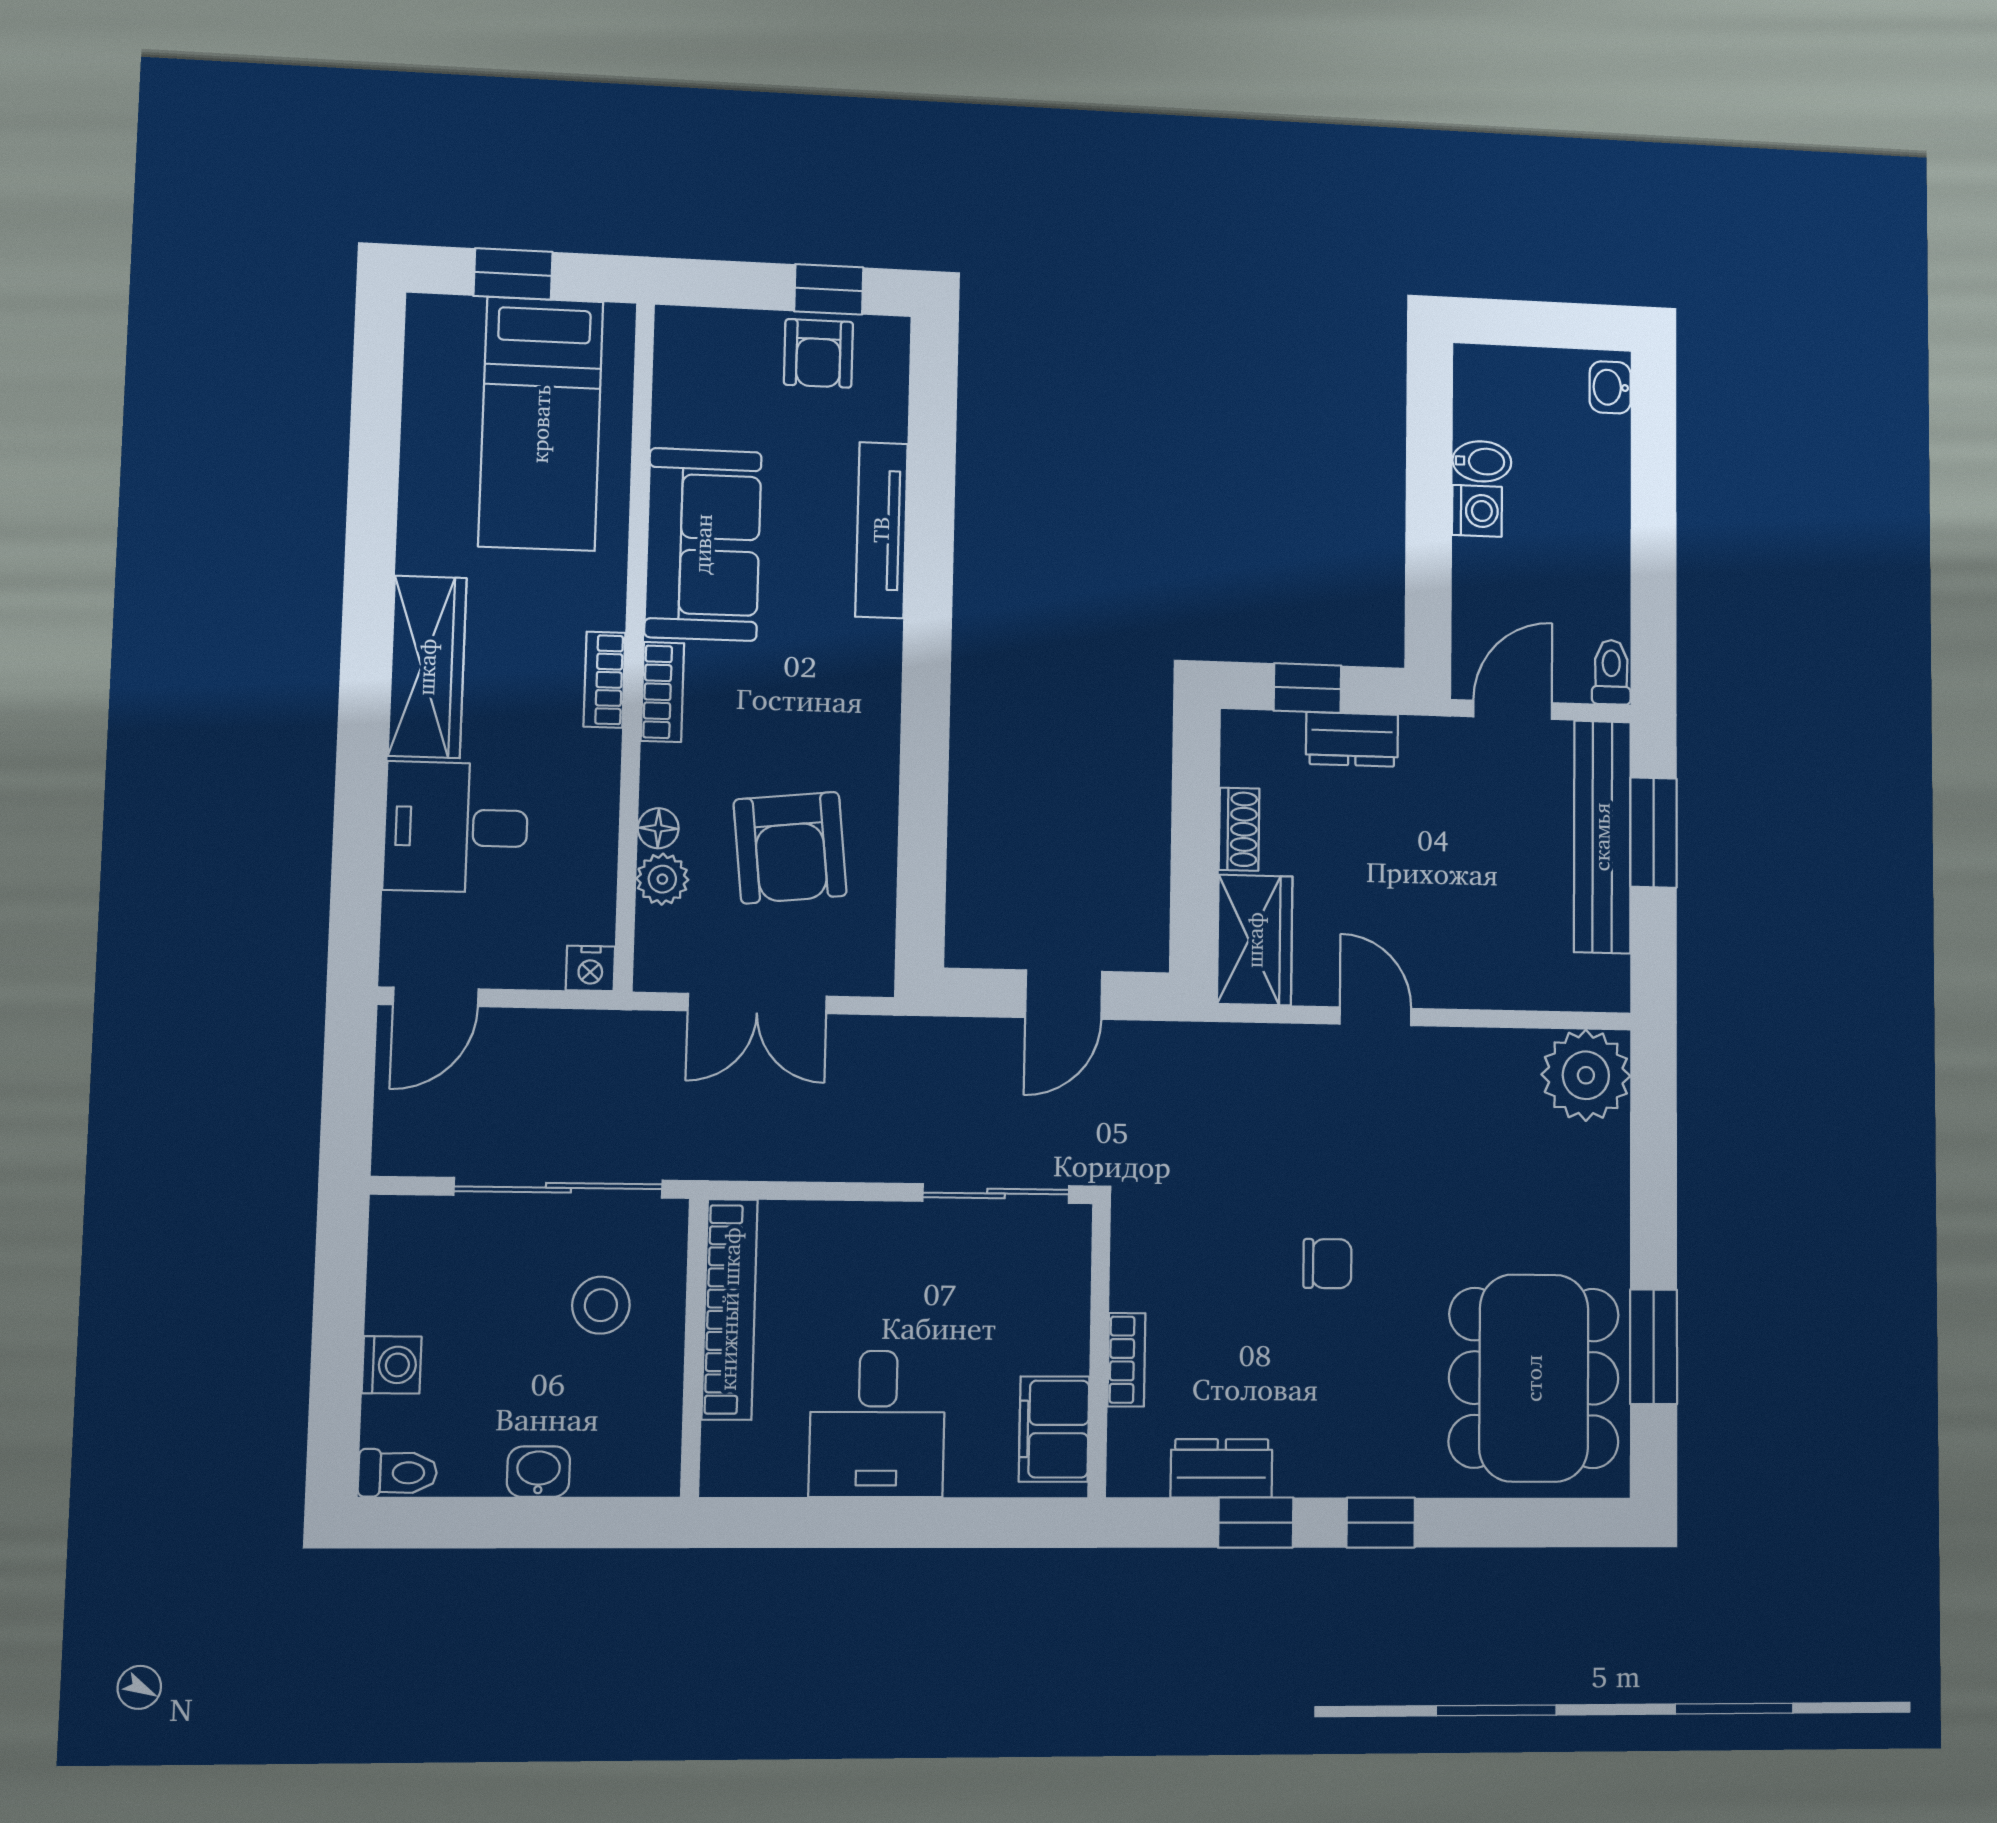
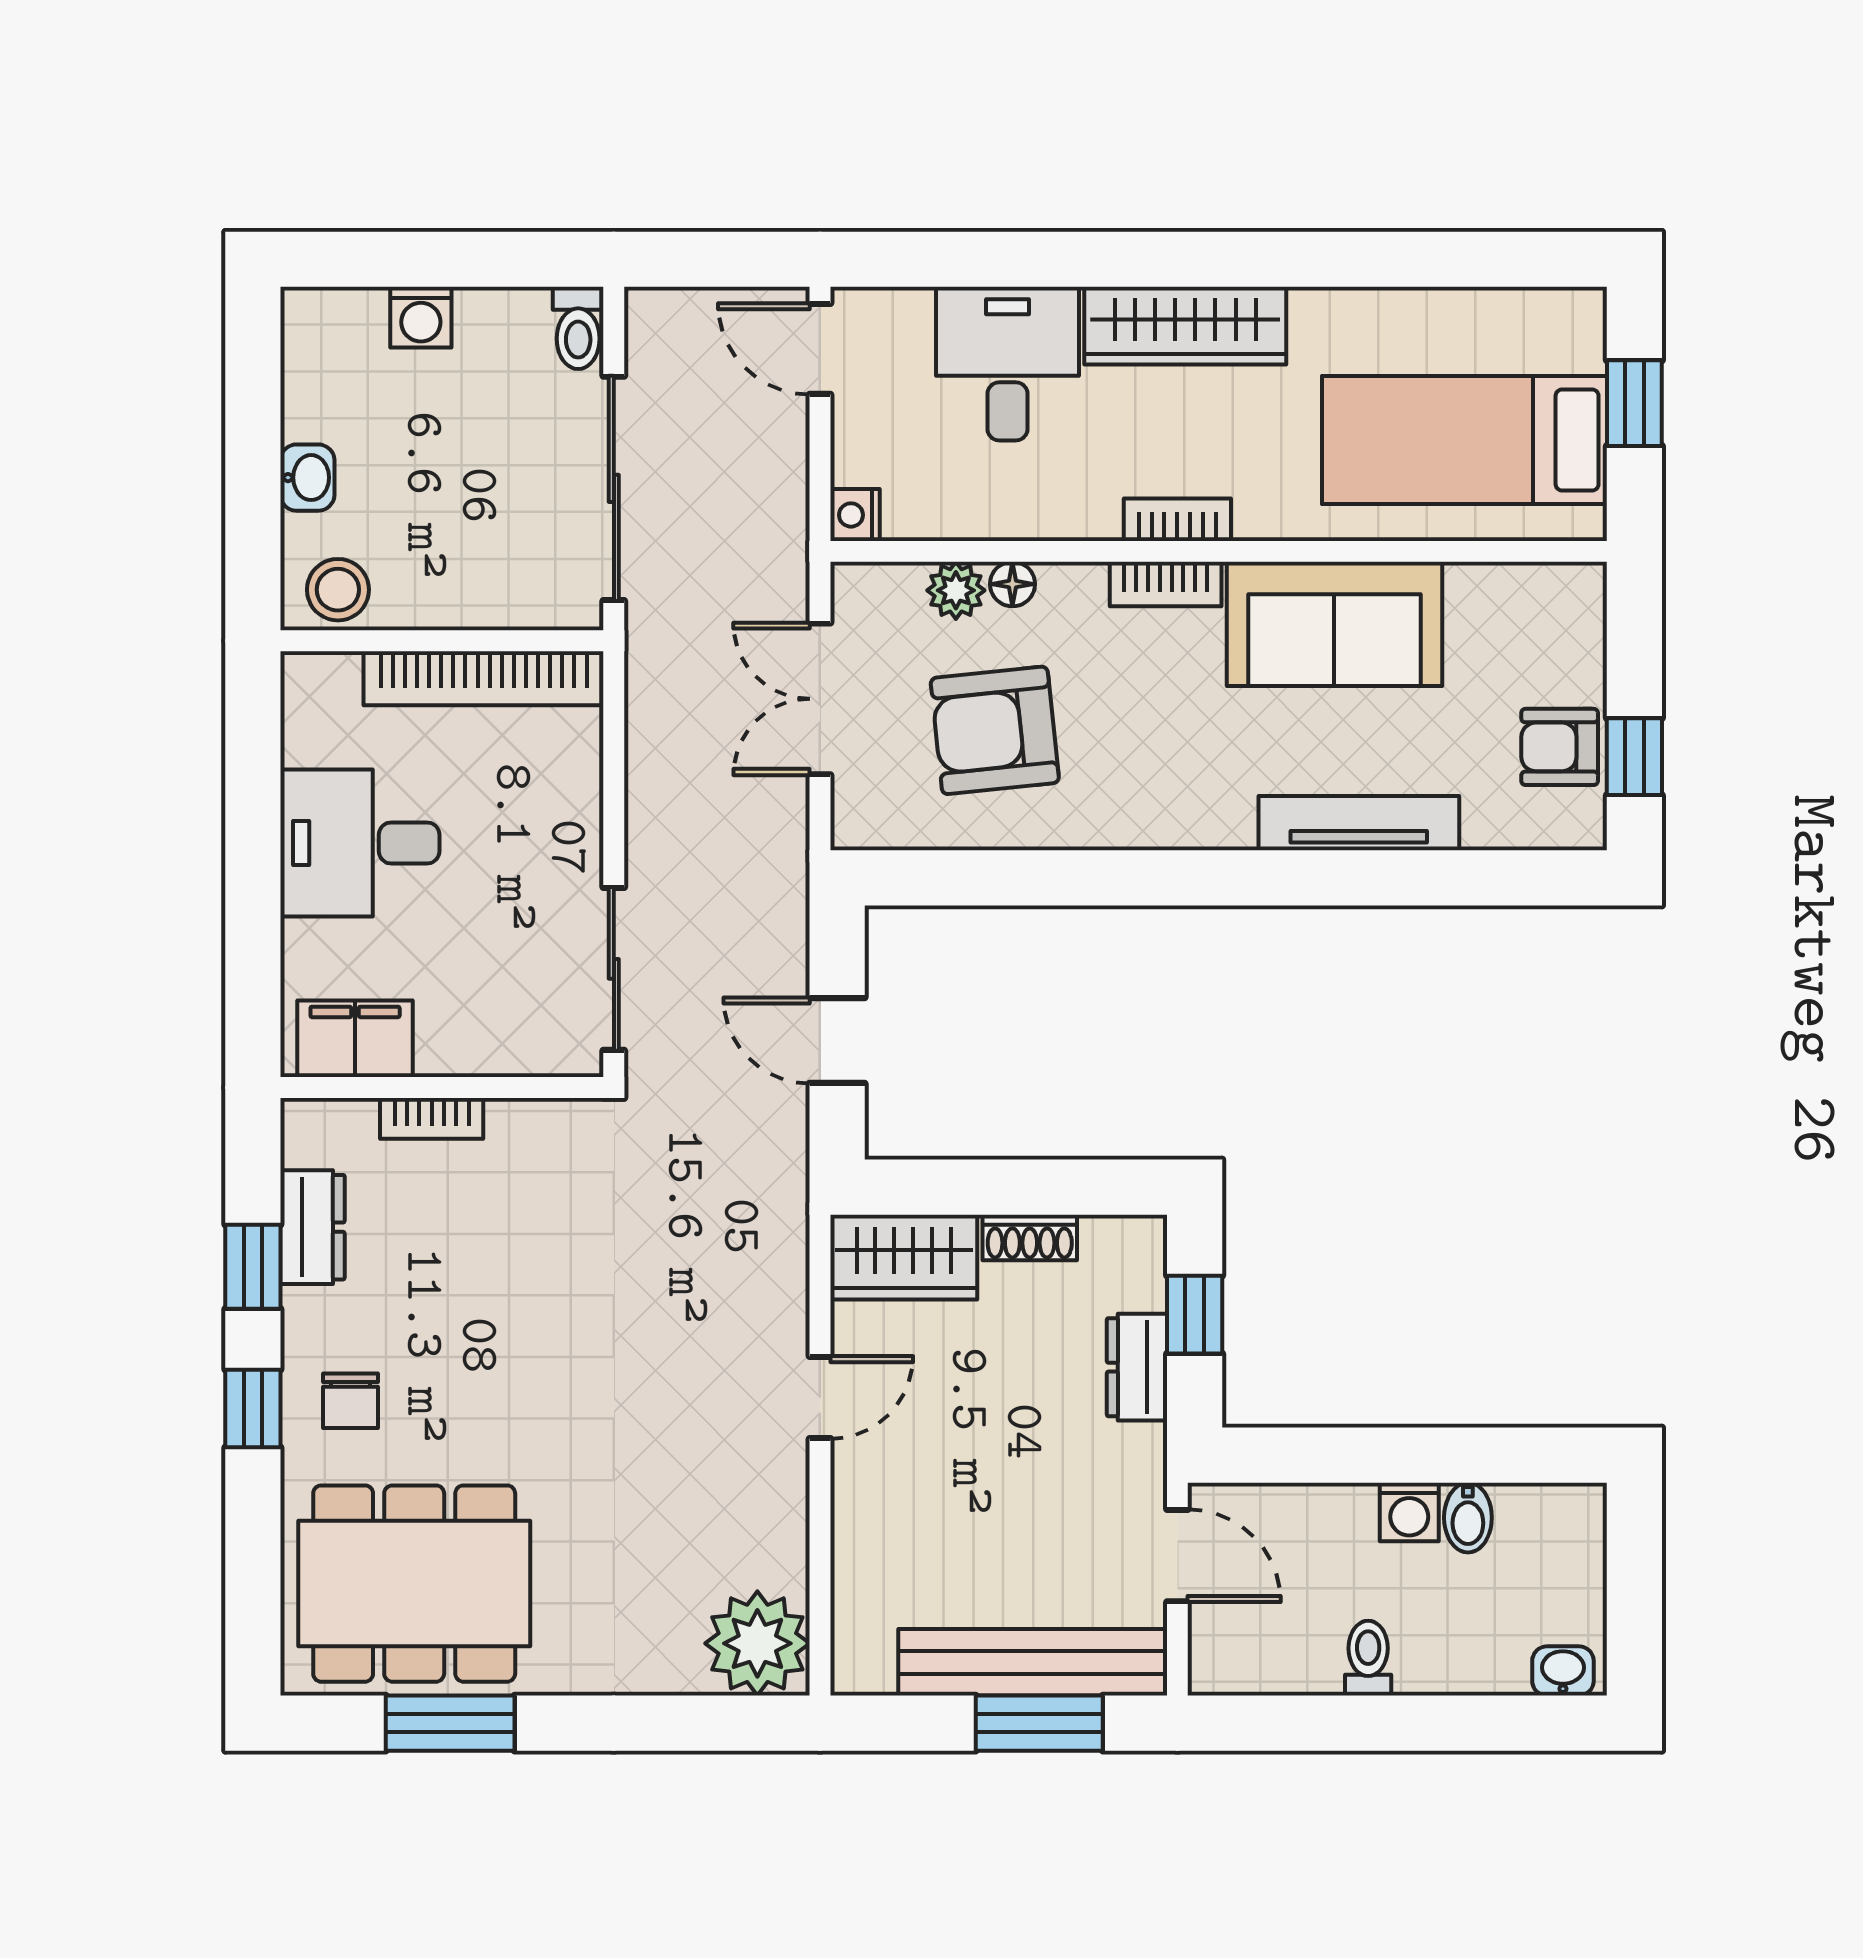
toilet: (1611, 672) -> (1368, 1658), moved, turned -90
chair: (1327, 1264) -> (350, 1401), moved
stool: (601, 1305) -> (338, 590), moved
toilet: (398, 1473) -> (578, 328), moved

